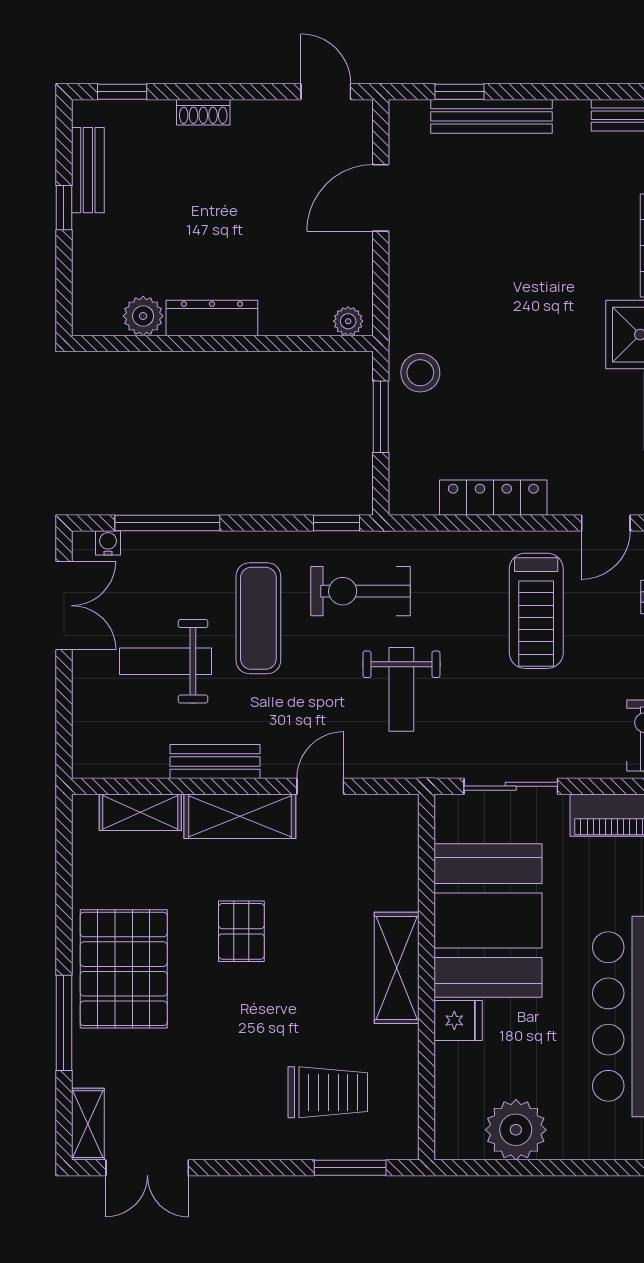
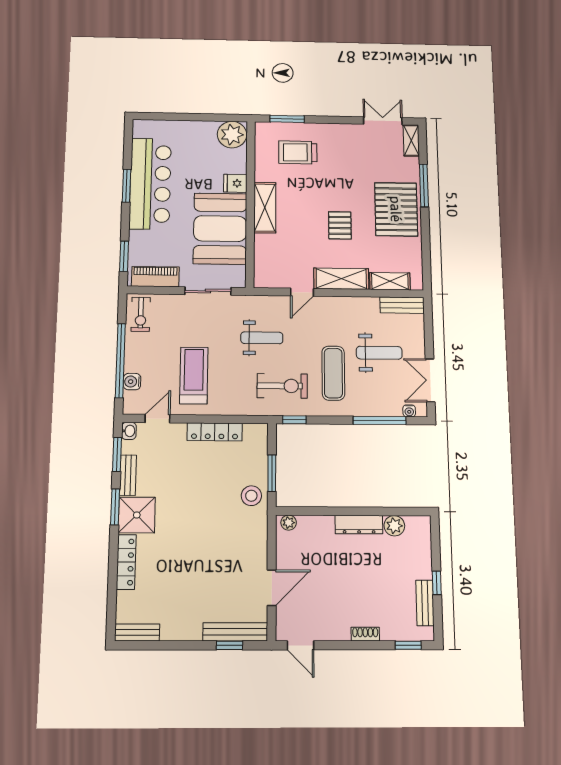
bench: (492, 116) -> (235, 632), moved
weight bench: (401, 689) -> (262, 338), turned 90
bench: (215, 761) -> (402, 305), moved
plant: (516, 1130) -> (232, 135), moved

